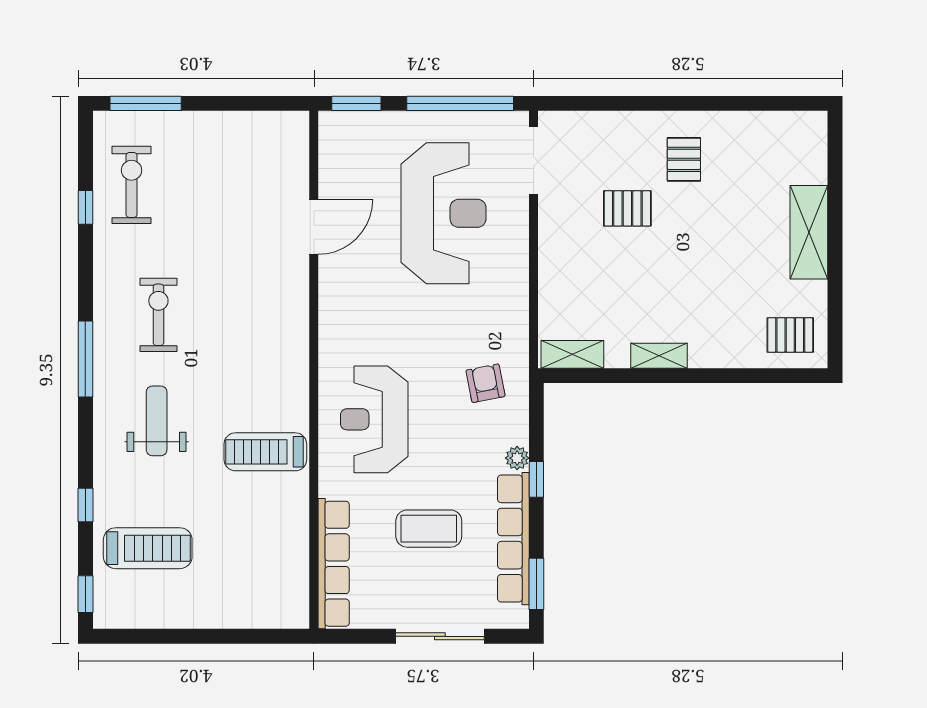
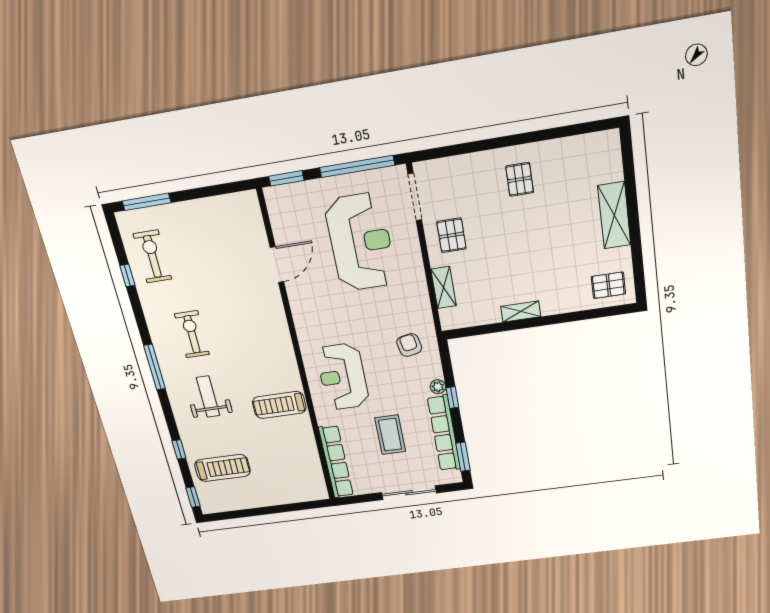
pallet: (627, 208) -> (451, 235), moved, turned 90
shelving: (572, 354) -> (444, 287), moved, turned 90
coffee table: (429, 529) -> (390, 435), turned 90

